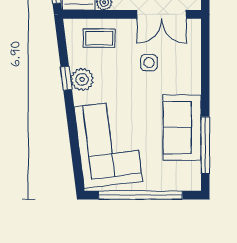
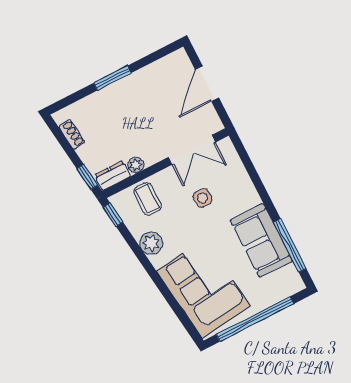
coffee table: (99, 38) -> (148, 199), turned 90
window: (66, 78) -> (113, 215), moved

